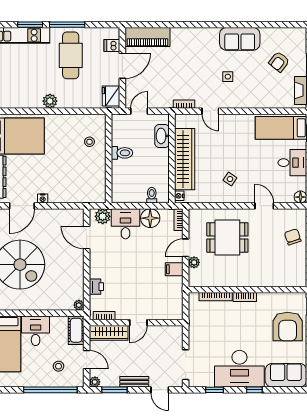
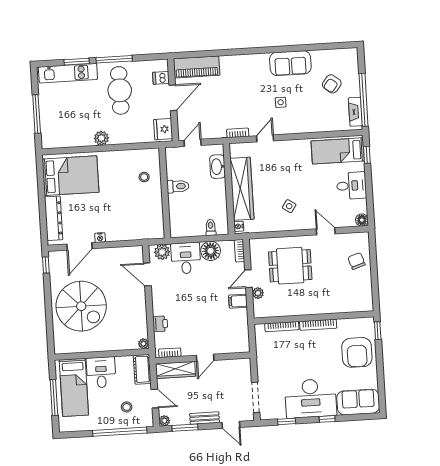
door: (210, 111) -> (265, 138), swing flipped
bookcase: (245, 297) -> (318, 325), width x1.56

